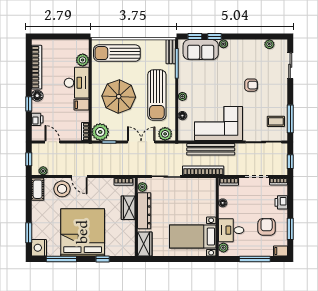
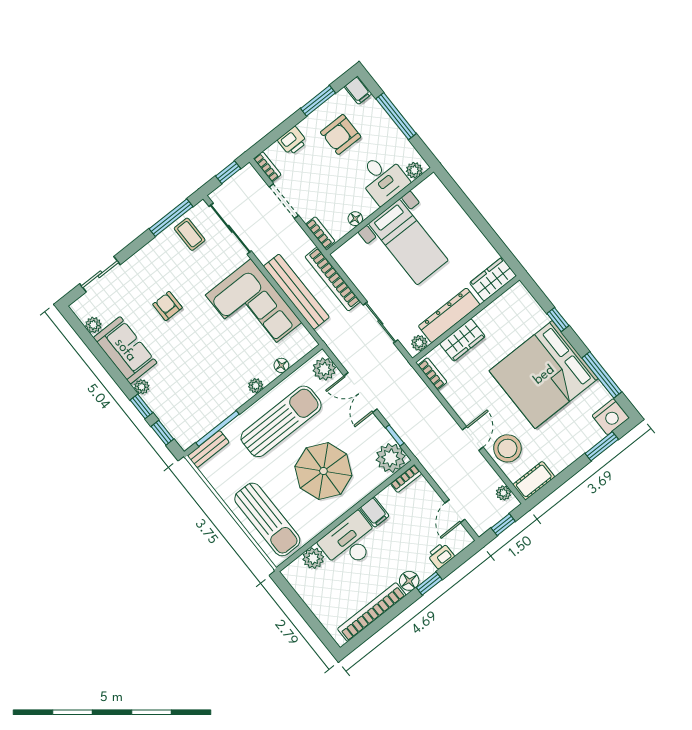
sofa: (201, 50) -> (125, 350), moved
bed with nightstands: (193, 236) -> (408, 242), moved

